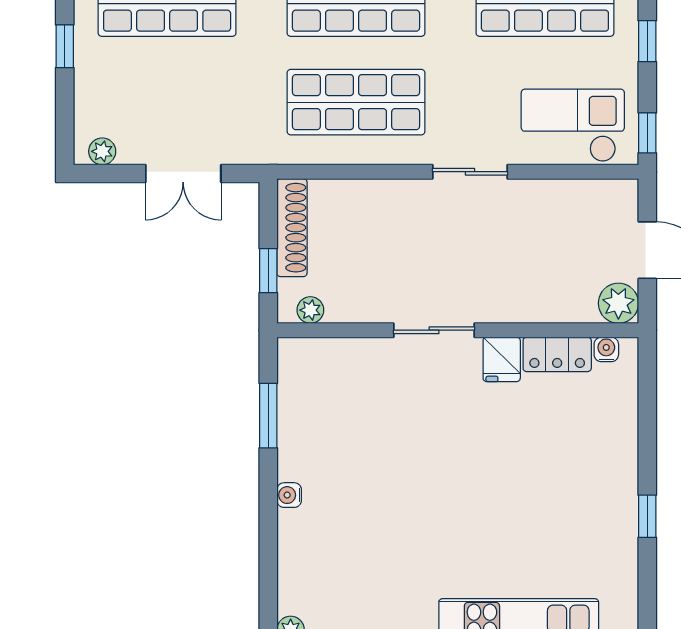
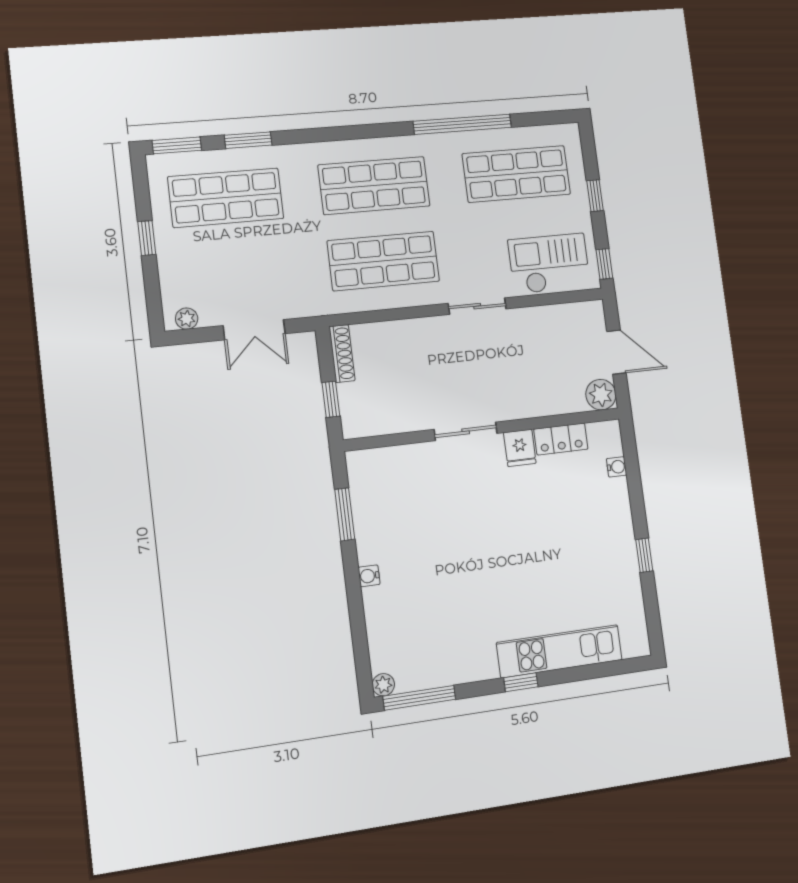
shoe rack: (292, 228) -> (342, 354), width x0.74, depth x0.81
plant: (310, 310) -> (368, 427), removed
water cooler: (606, 349) -> (617, 467), moved, turned 90

